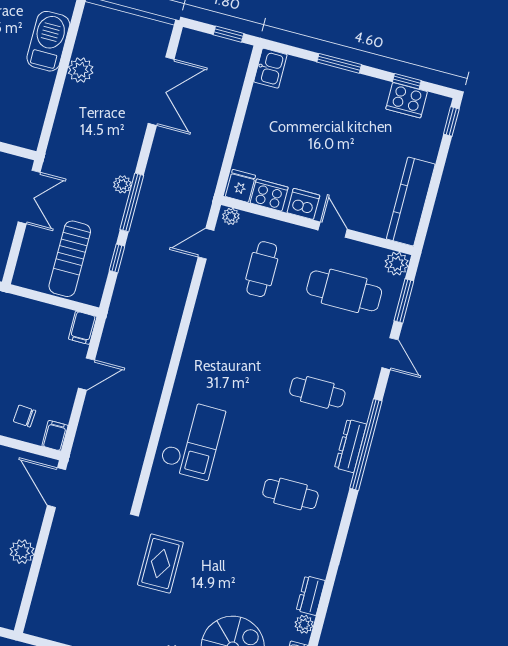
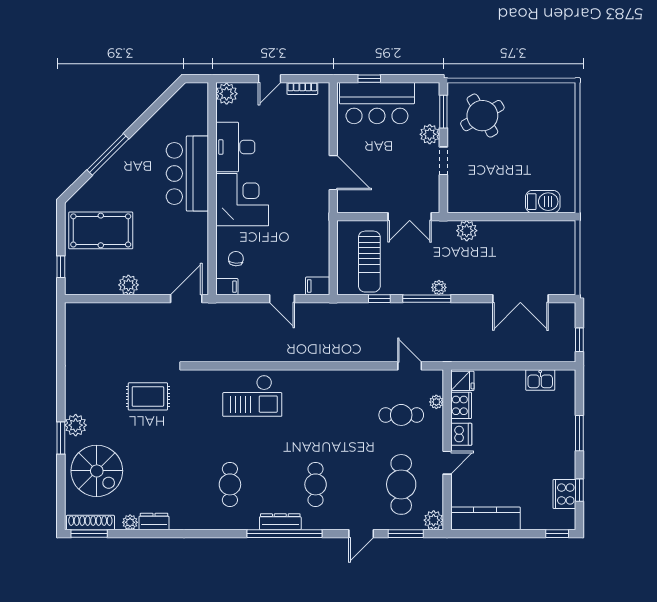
barbecue: (48, 41) -> (543, 202), width x0.73, depth x0.83
kitchen sink: (270, 68) -> (540, 380), moved
plant: (81, 70) -> (467, 231), moved
plant: (231, 216) -> (436, 402), moved
sun lounger: (70, 259) -> (369, 262), turned -90

